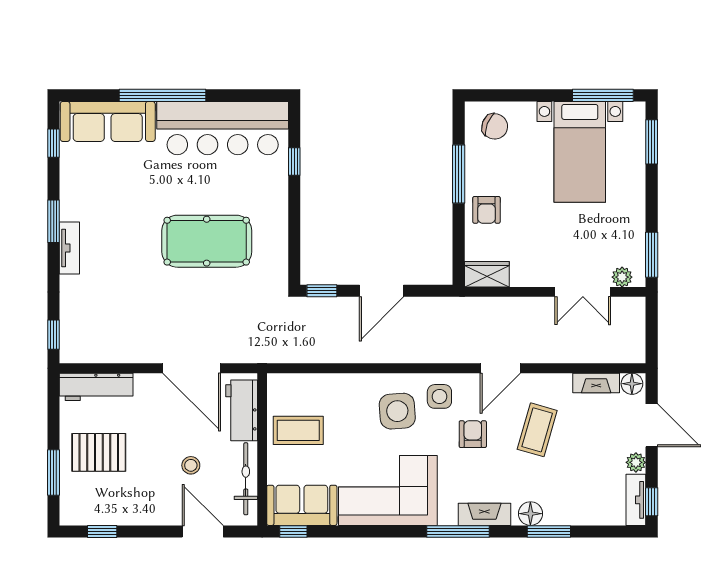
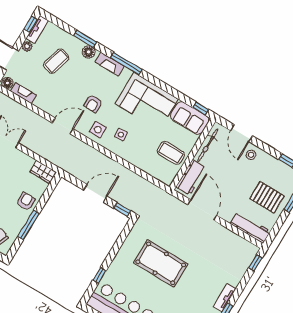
side table: (397, 411) -> (121, 135), width x0.54, depth x0.54
coffee table: (537, 430) -> (56, 61), moved
stool: (191, 465) -> (251, 155), moved

